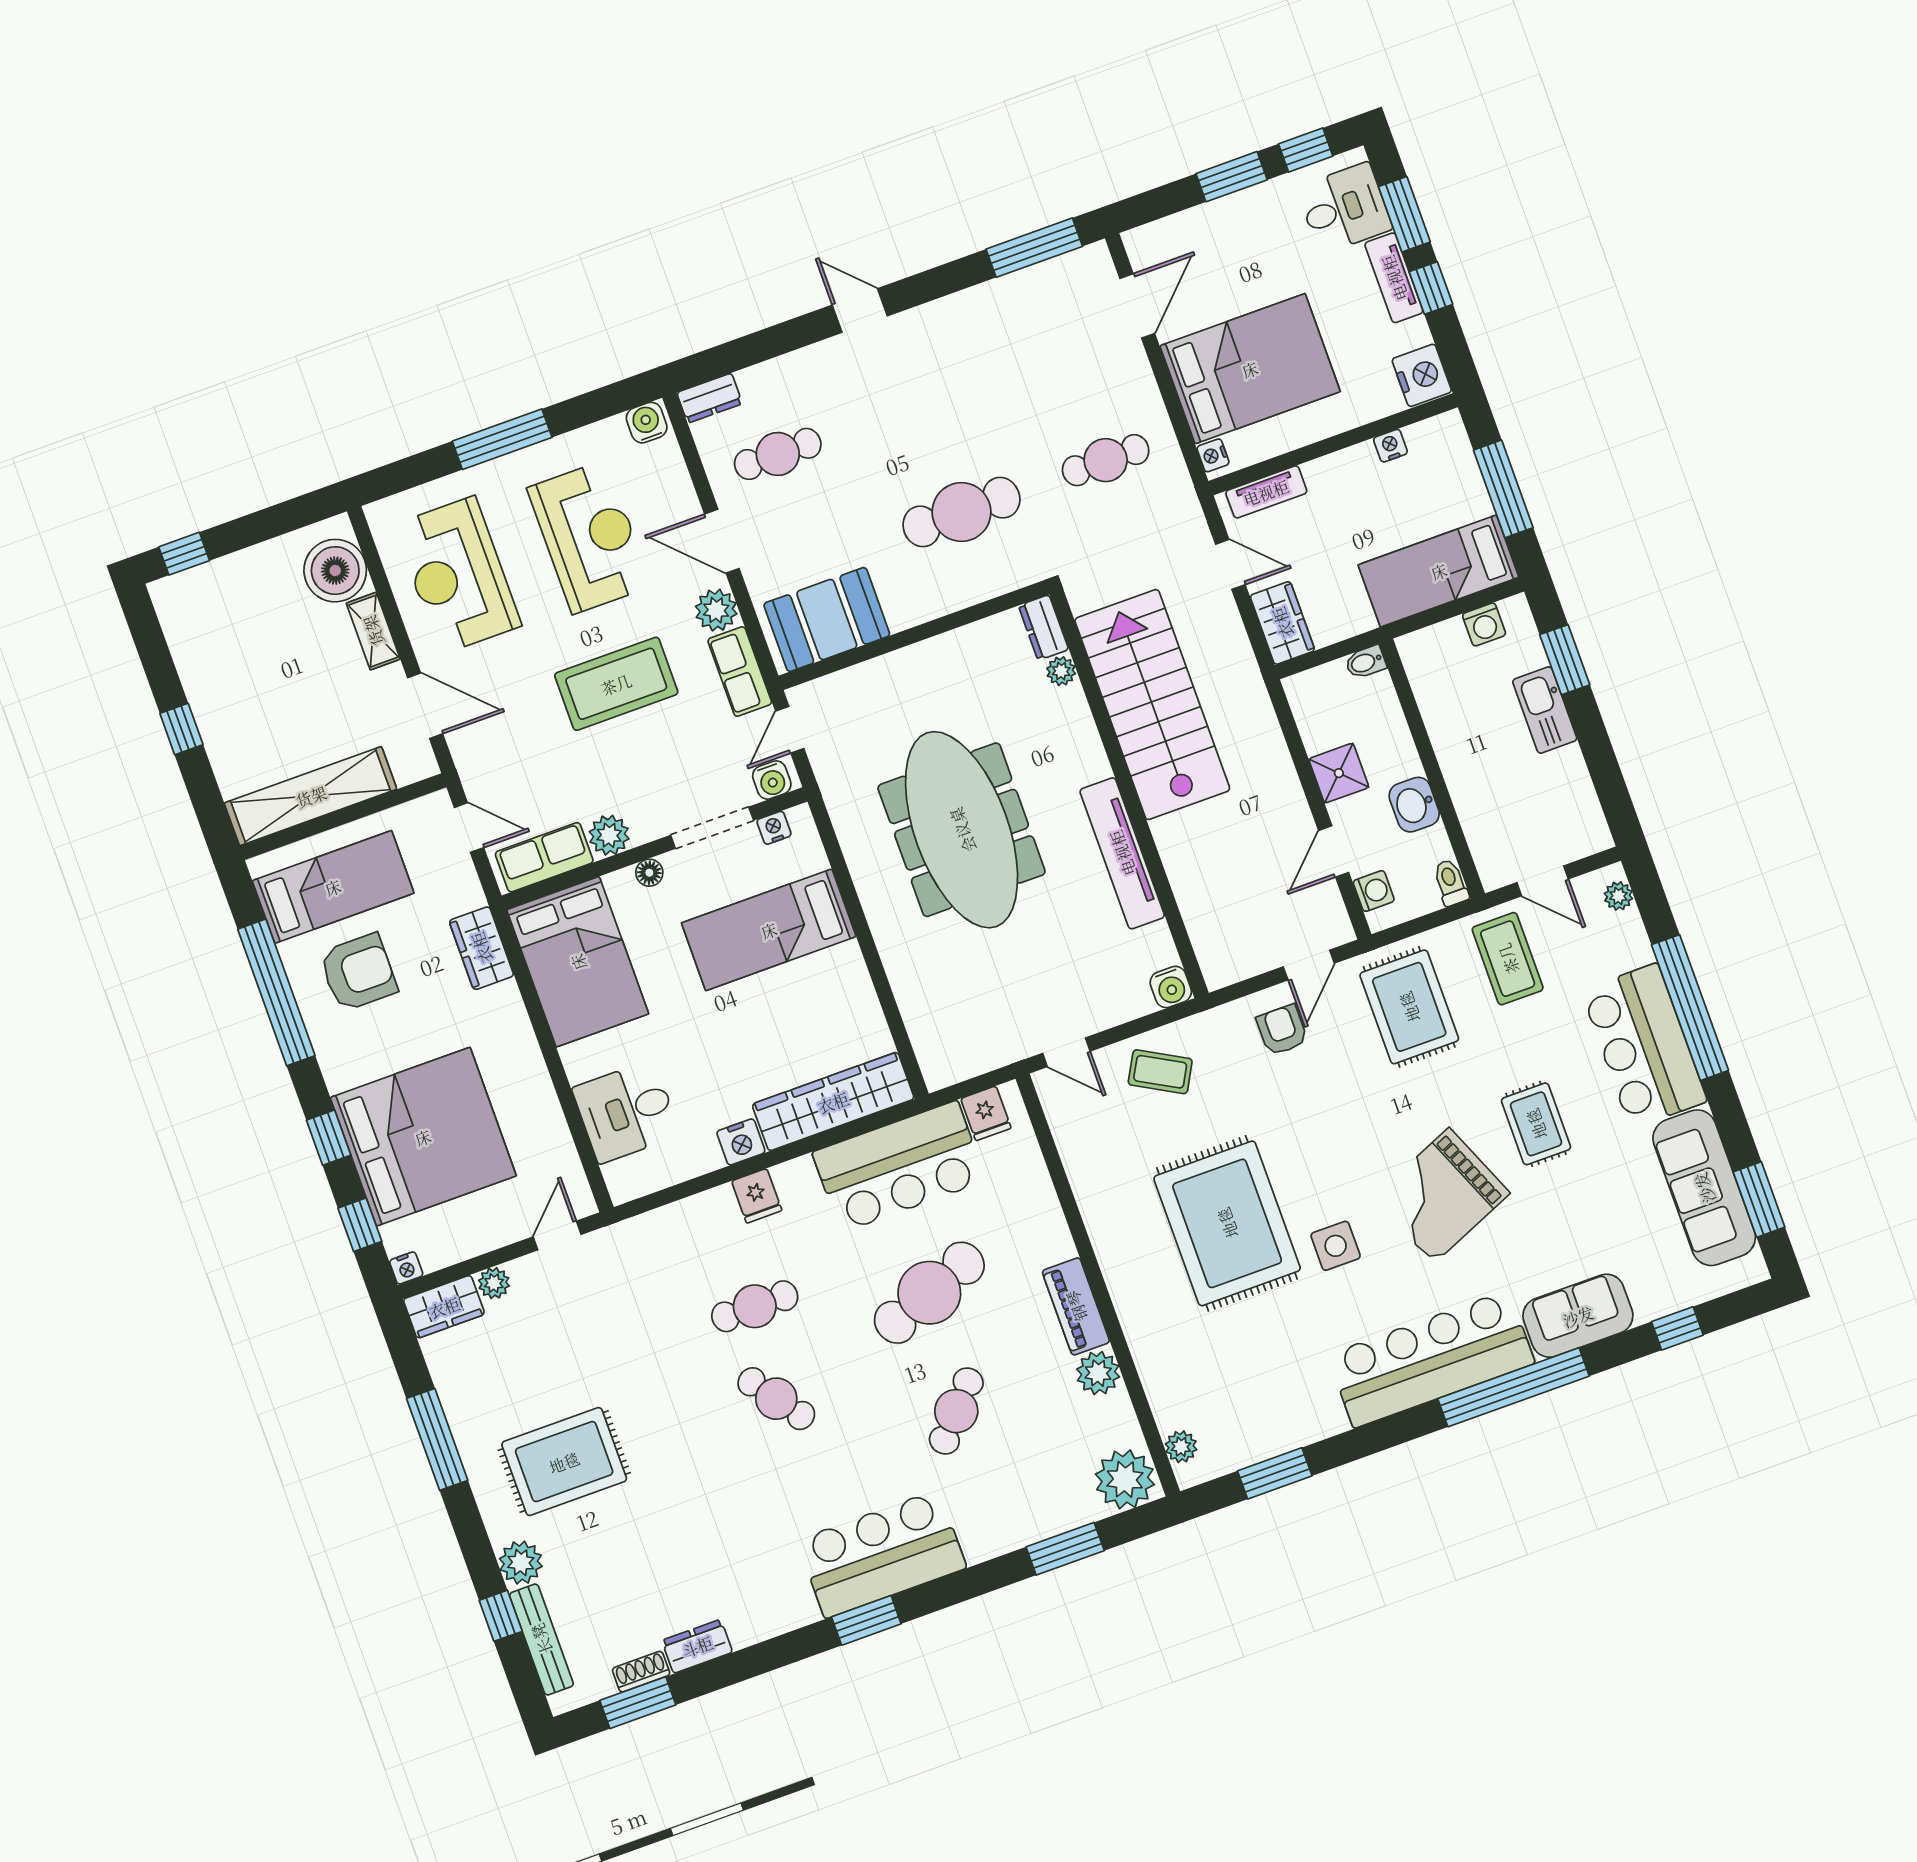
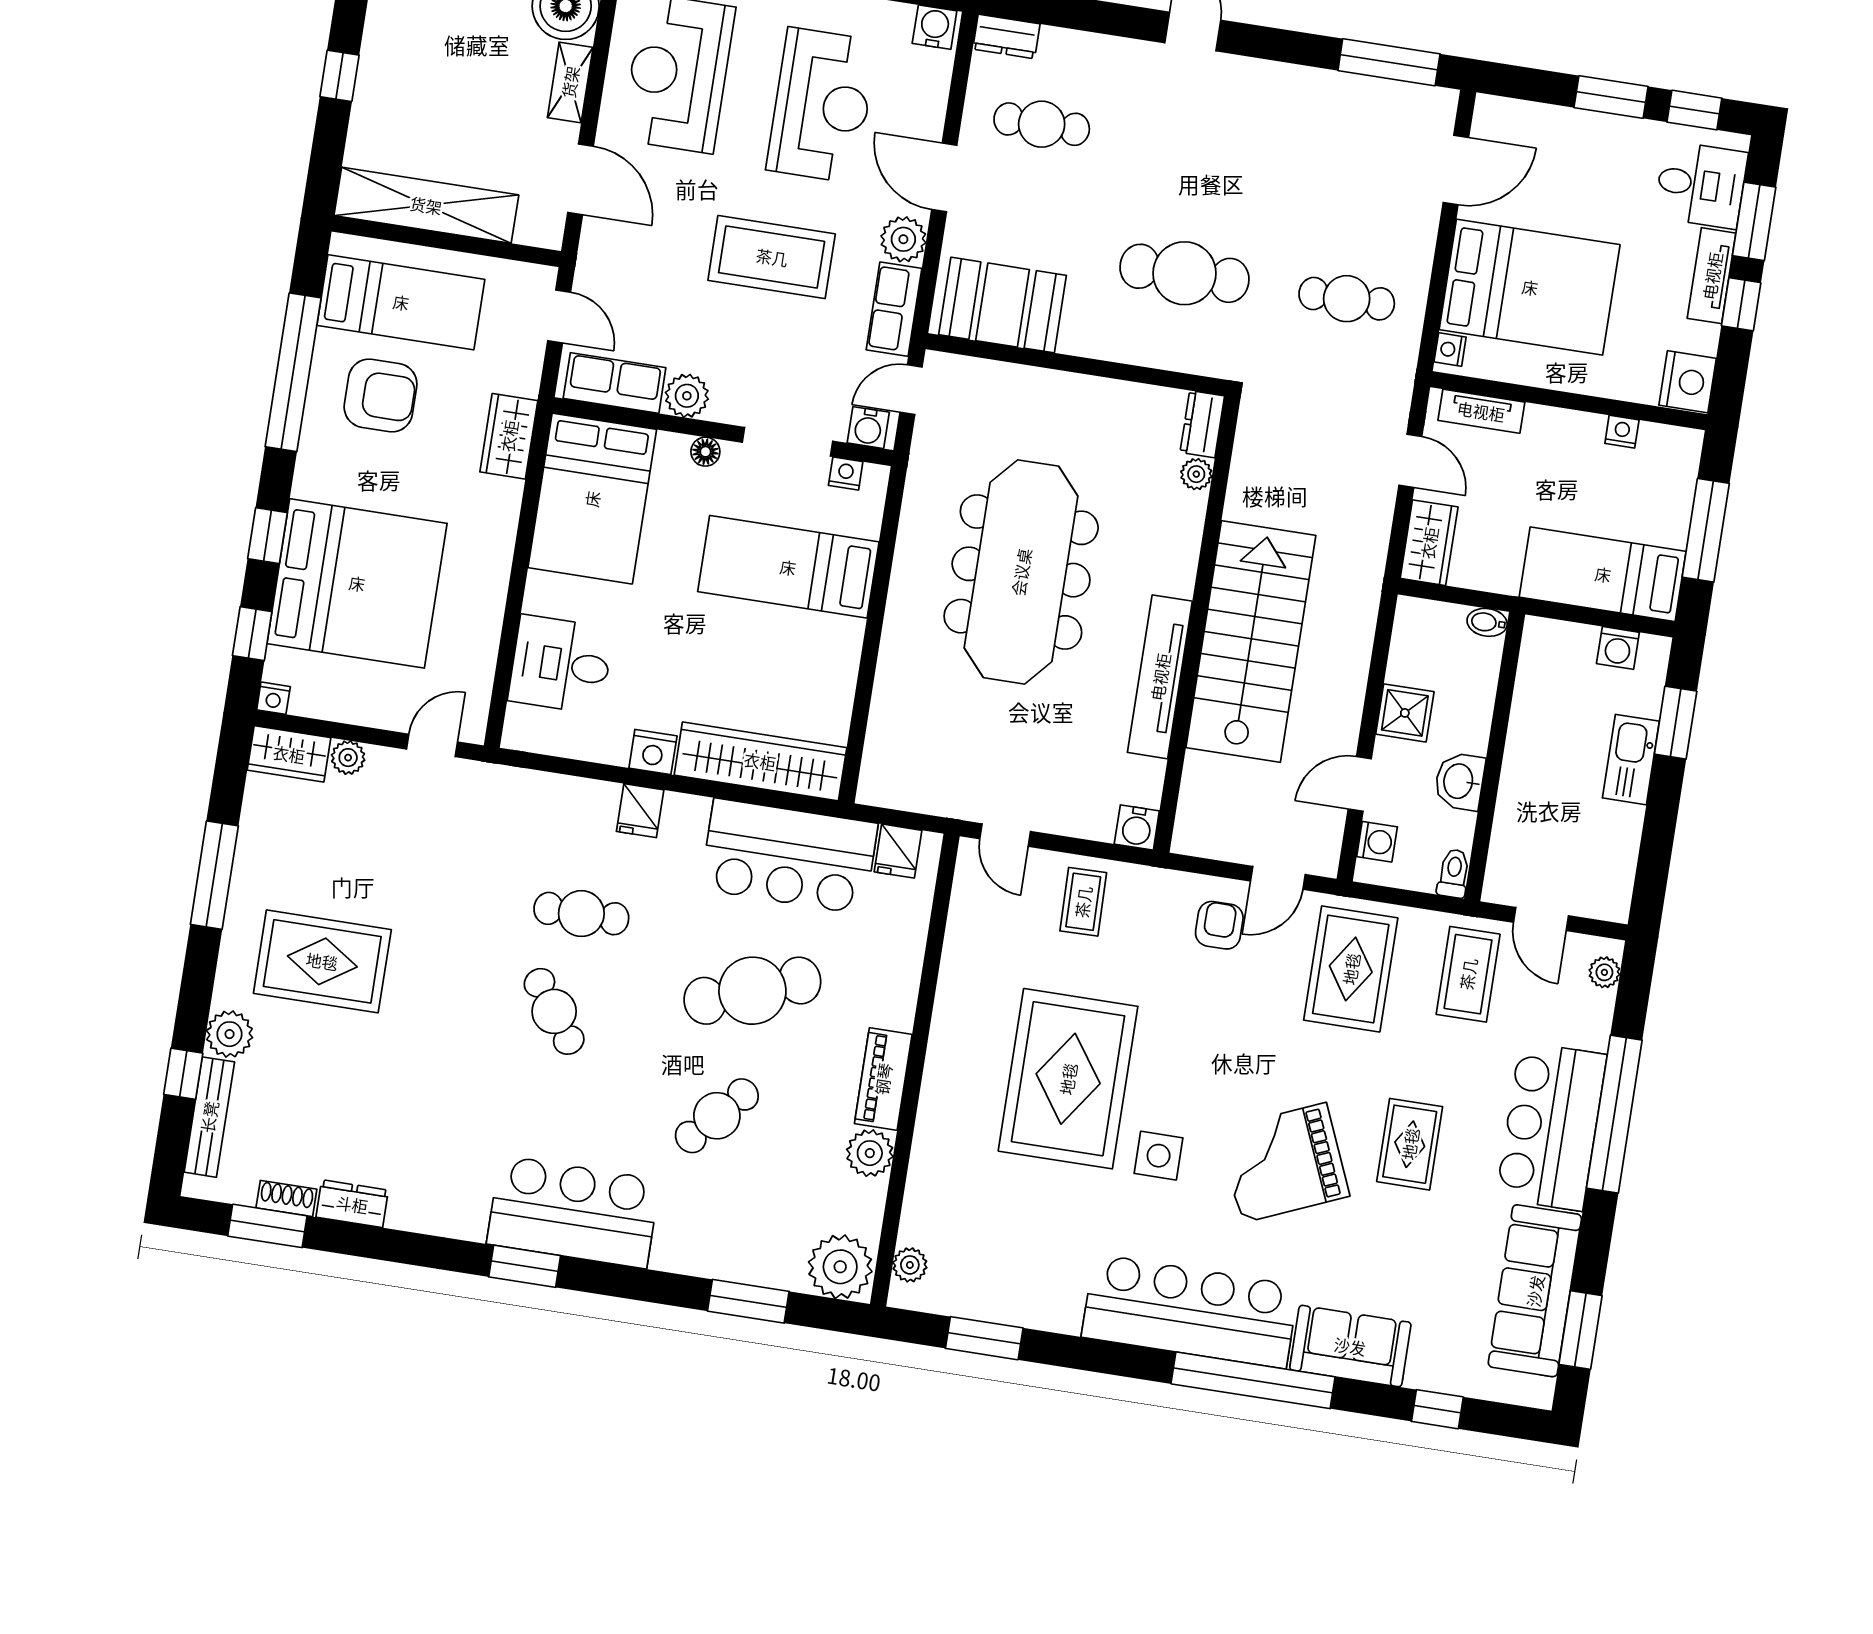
stairs: (1152, 705) -> (1251, 642), moved
coffee table: (1160, 1072) -> (1083, 902), turned 60

